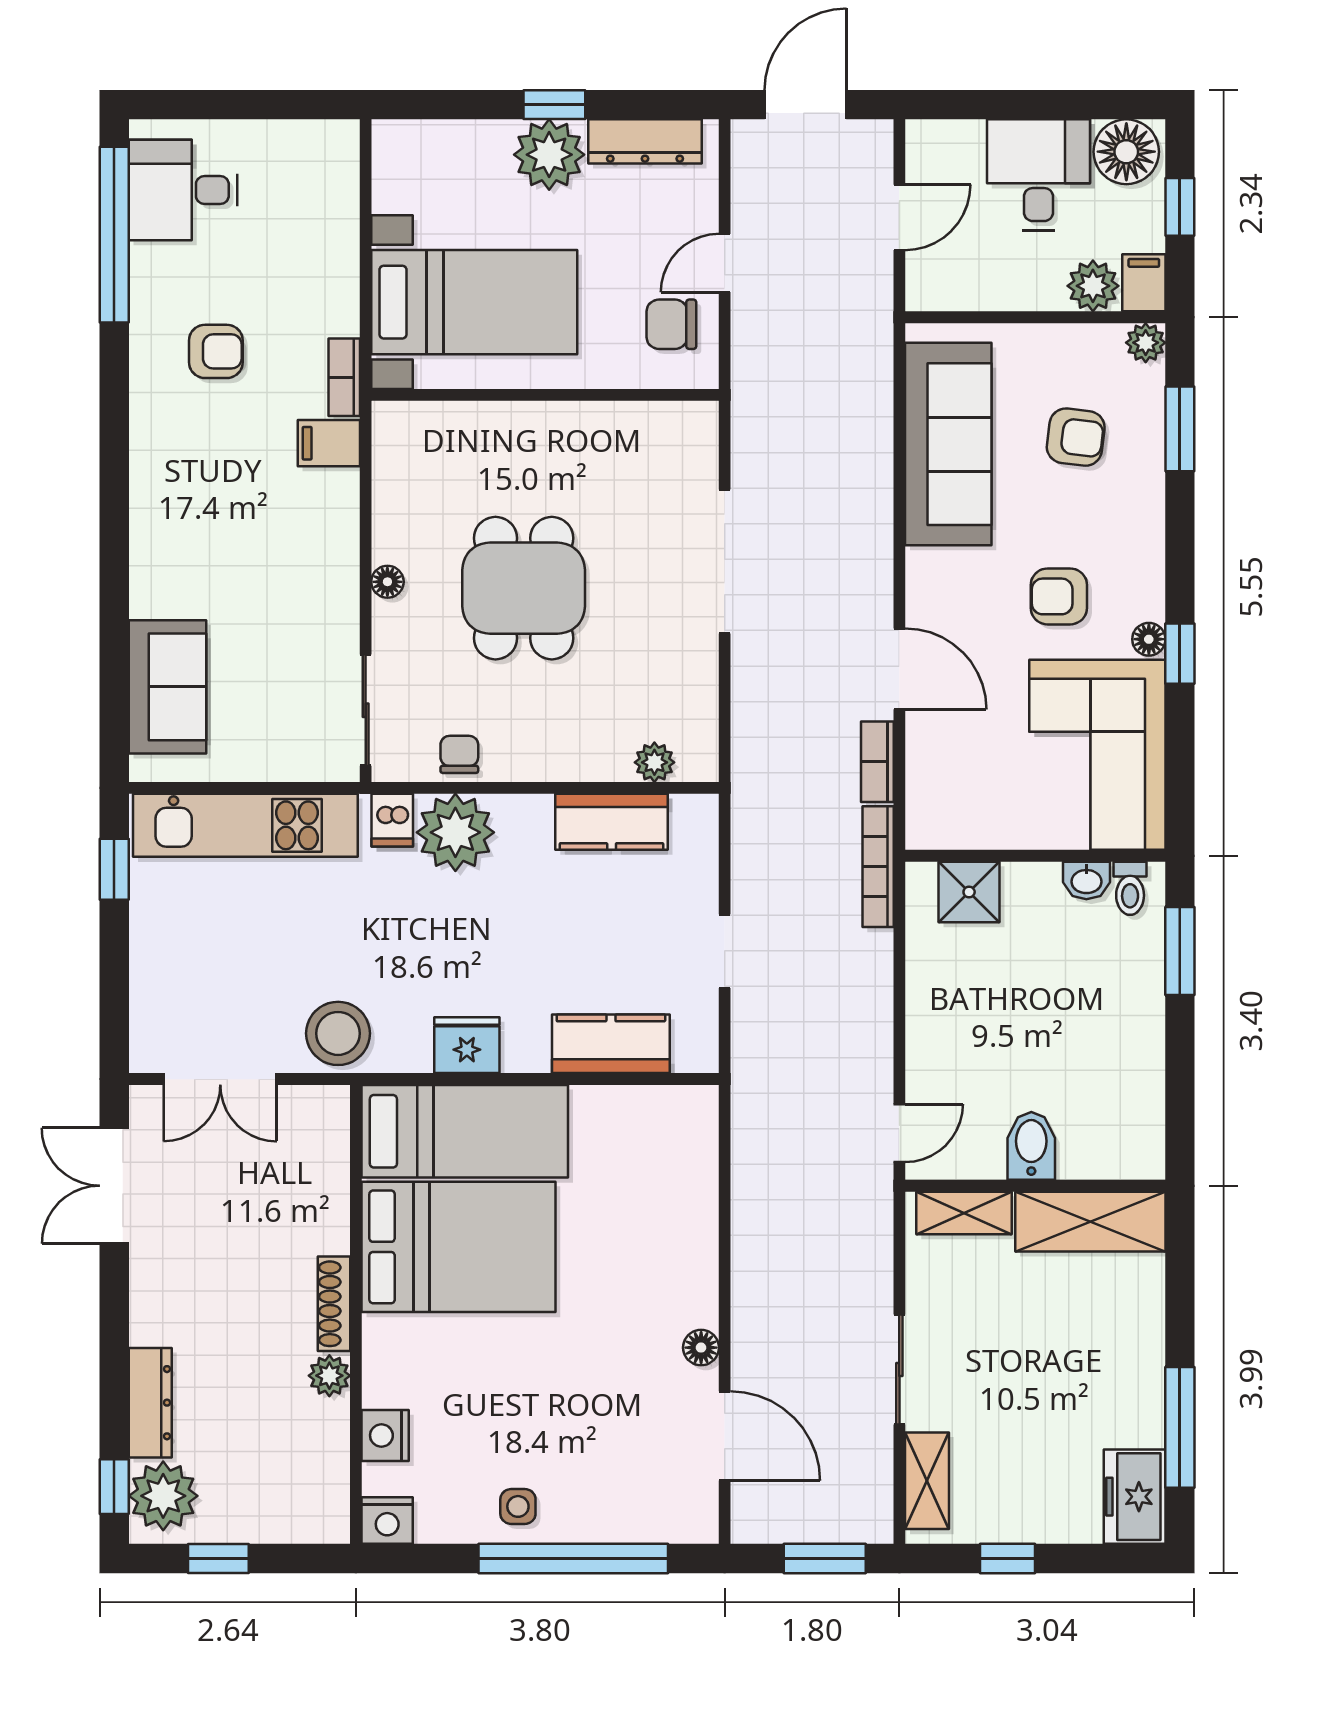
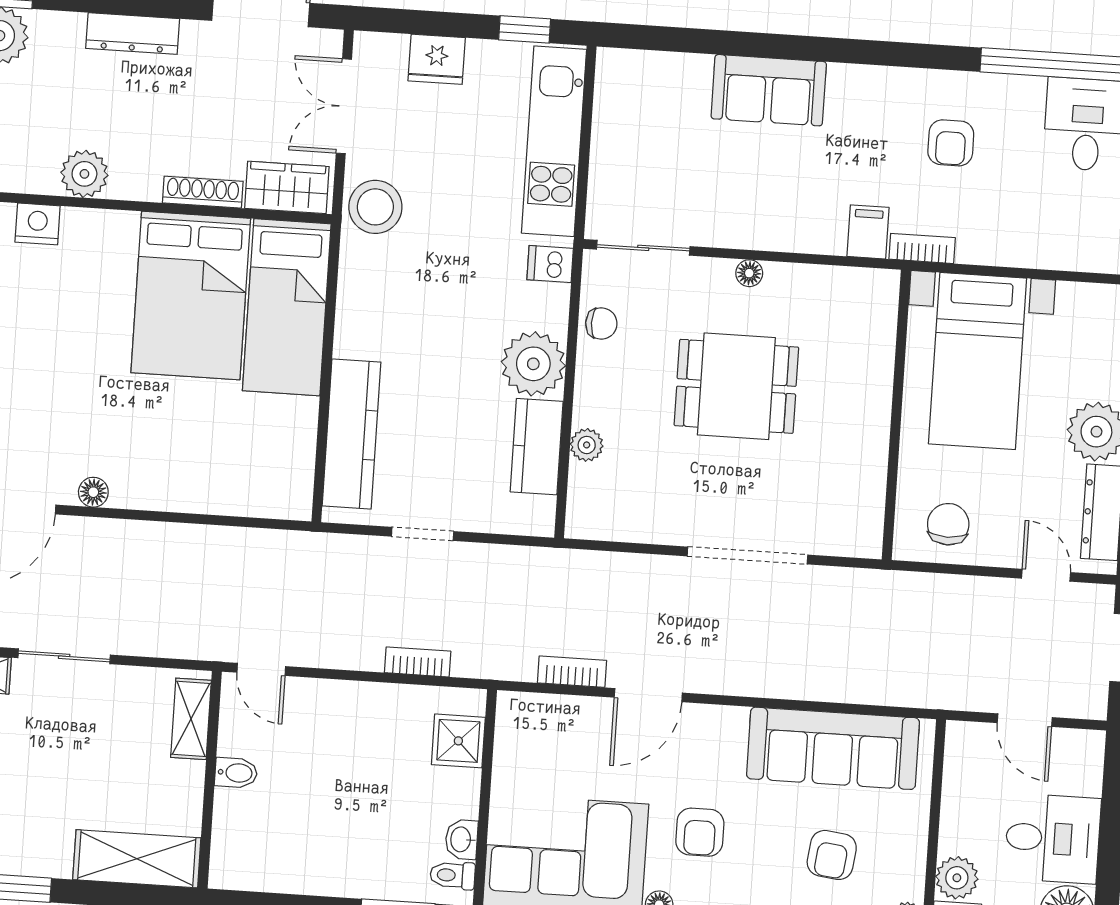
door: (725, 263) -> (1046, 575), moved
armchair: (1059, 596) -> (700, 832), turned 180
sofa: (167, 687) -> (769, 90), moved
plant: (654, 762) -> (587, 445), moved
plant: (455, 832) -> (533, 364), moved
bookcase: (878, 867) -> (418, 662), moved, width x0.64
kitchen counter: (611, 1044) -> (352, 434), width x1.50
fridge: (467, 1045) -> (437, 59), moved, turned 90
wardrobe: (322, 1141) -> (287, 187), added
bidet: (1031, 1146) -> (236, 773), width x0.72, depth x0.74
shelving: (1090, 1222) -> (137, 859), moved, turned 90
shoe rack: (334, 1304) -> (203, 192), moved
plant: (329, 1376) -> (84, 174), width x1.38, depth x1.38
dresser: (150, 1403) -> (133, 34), moved

